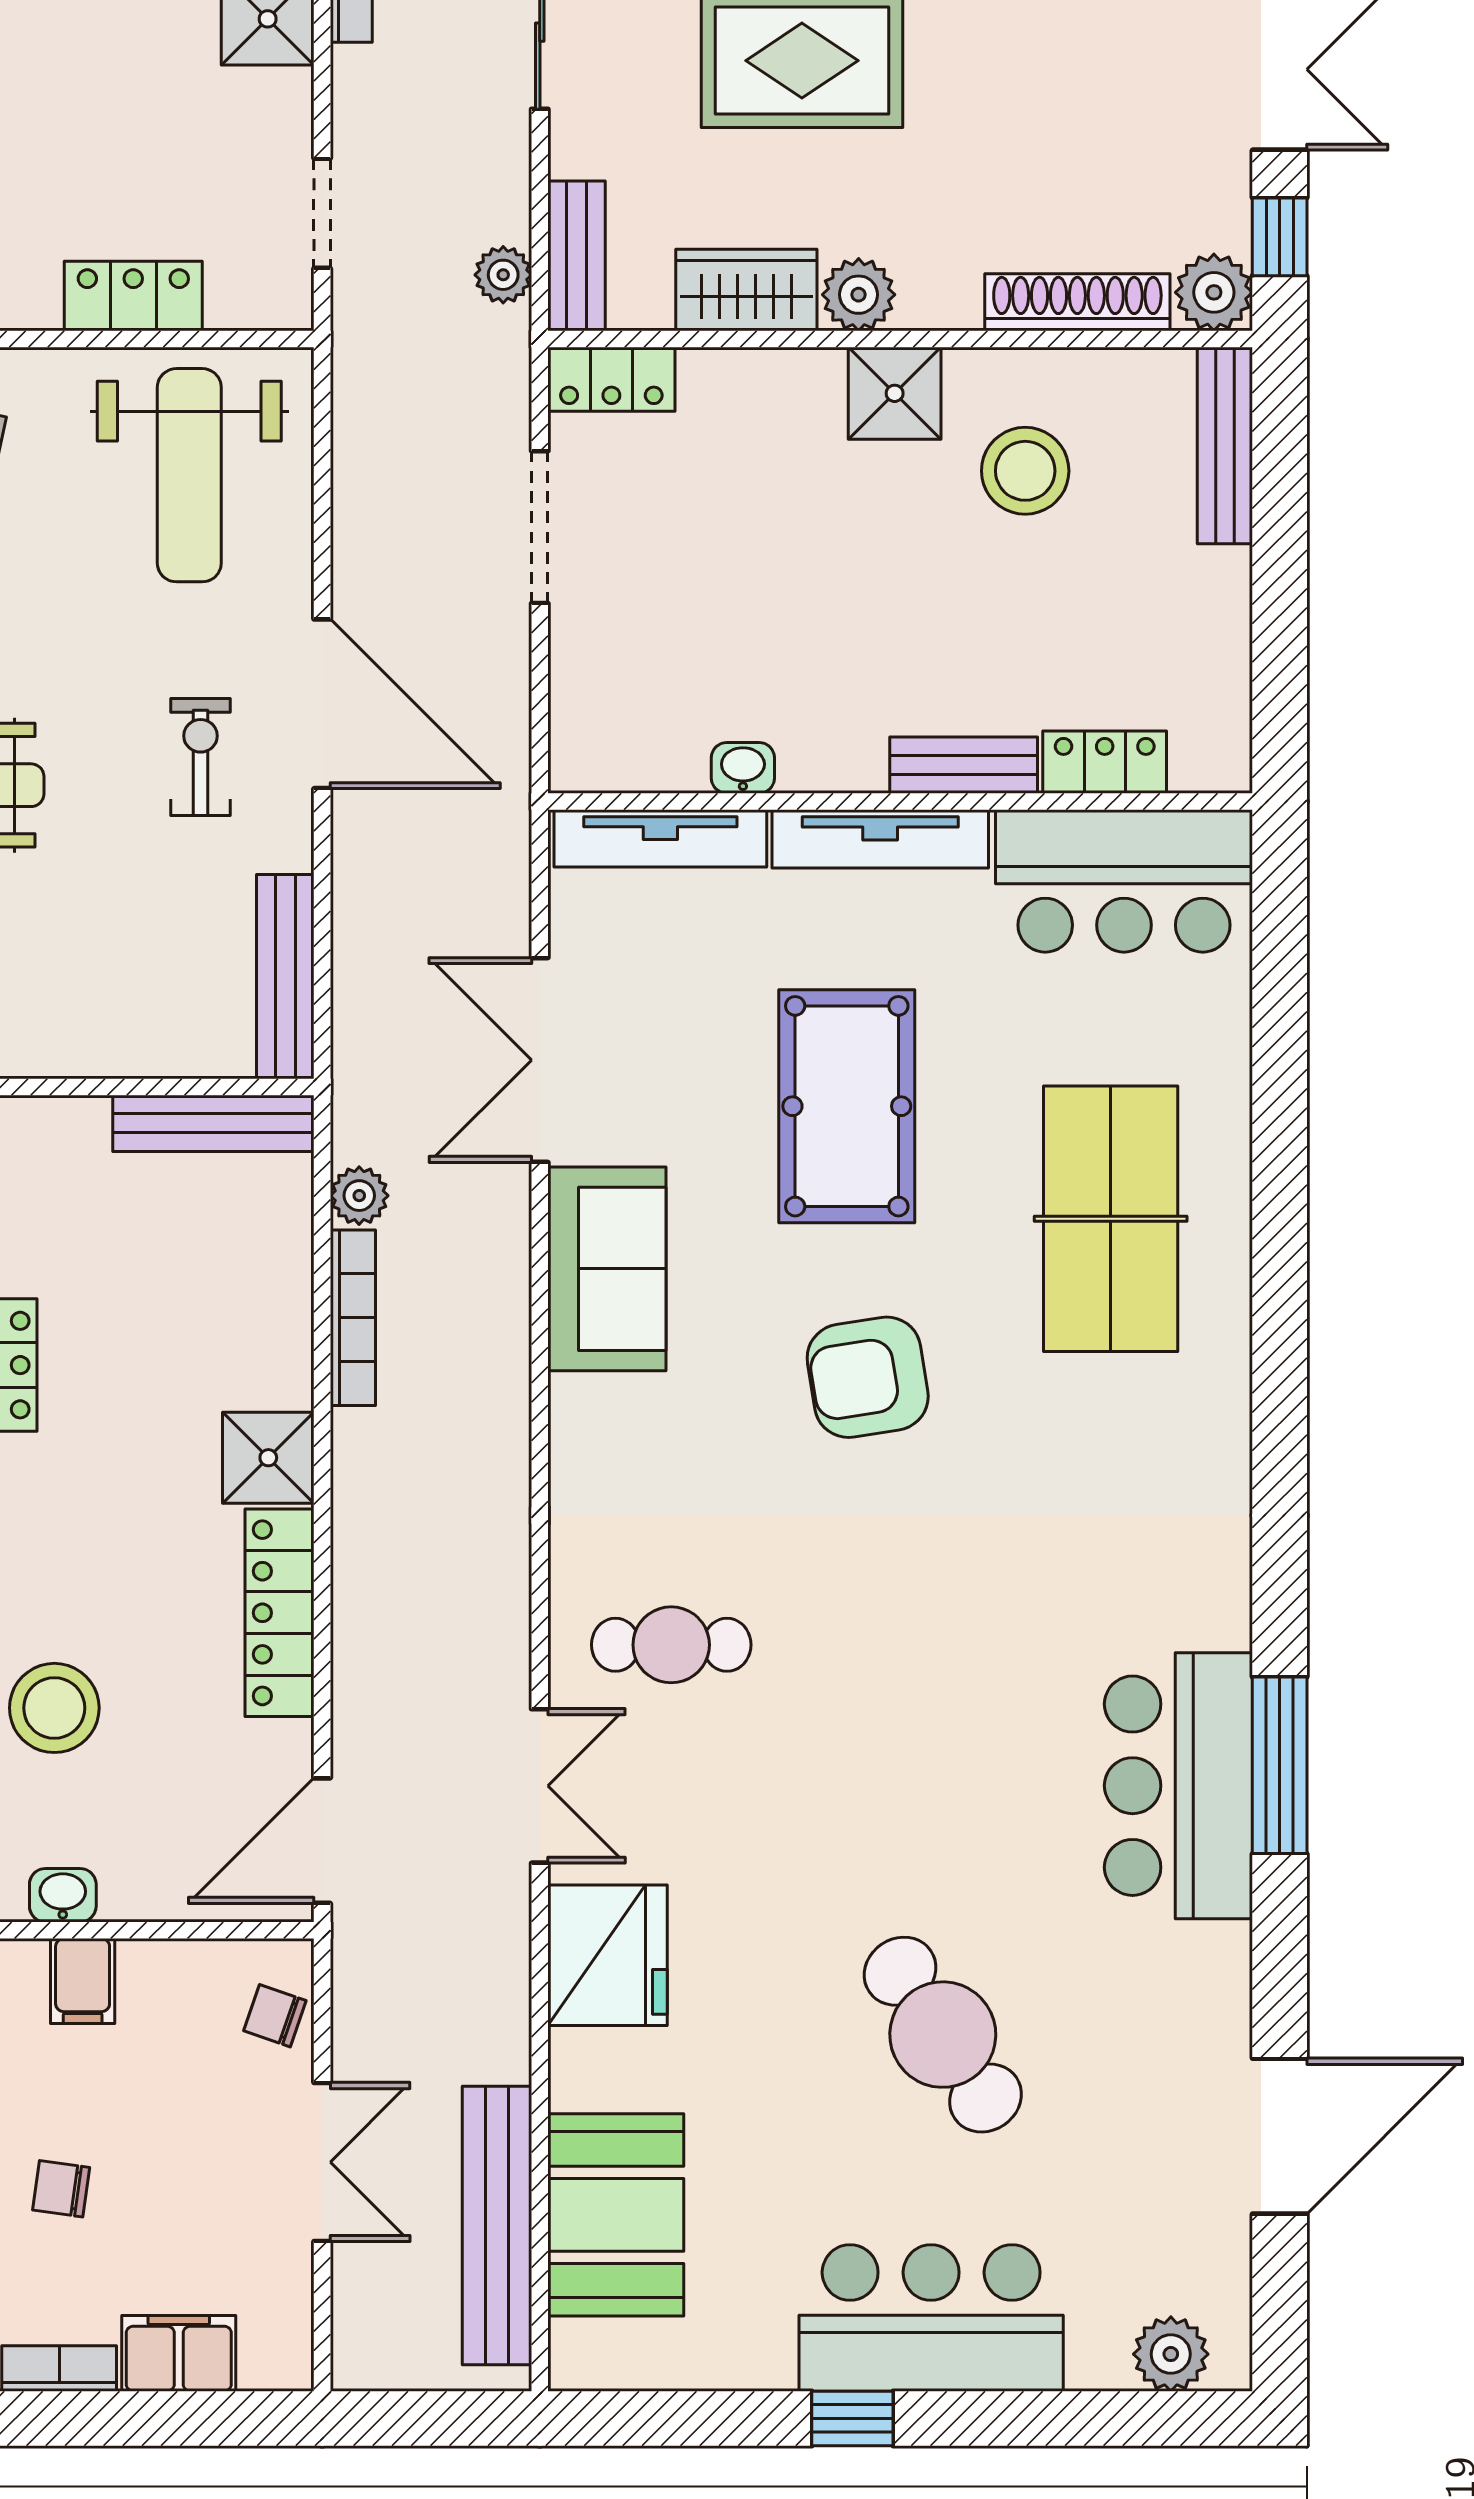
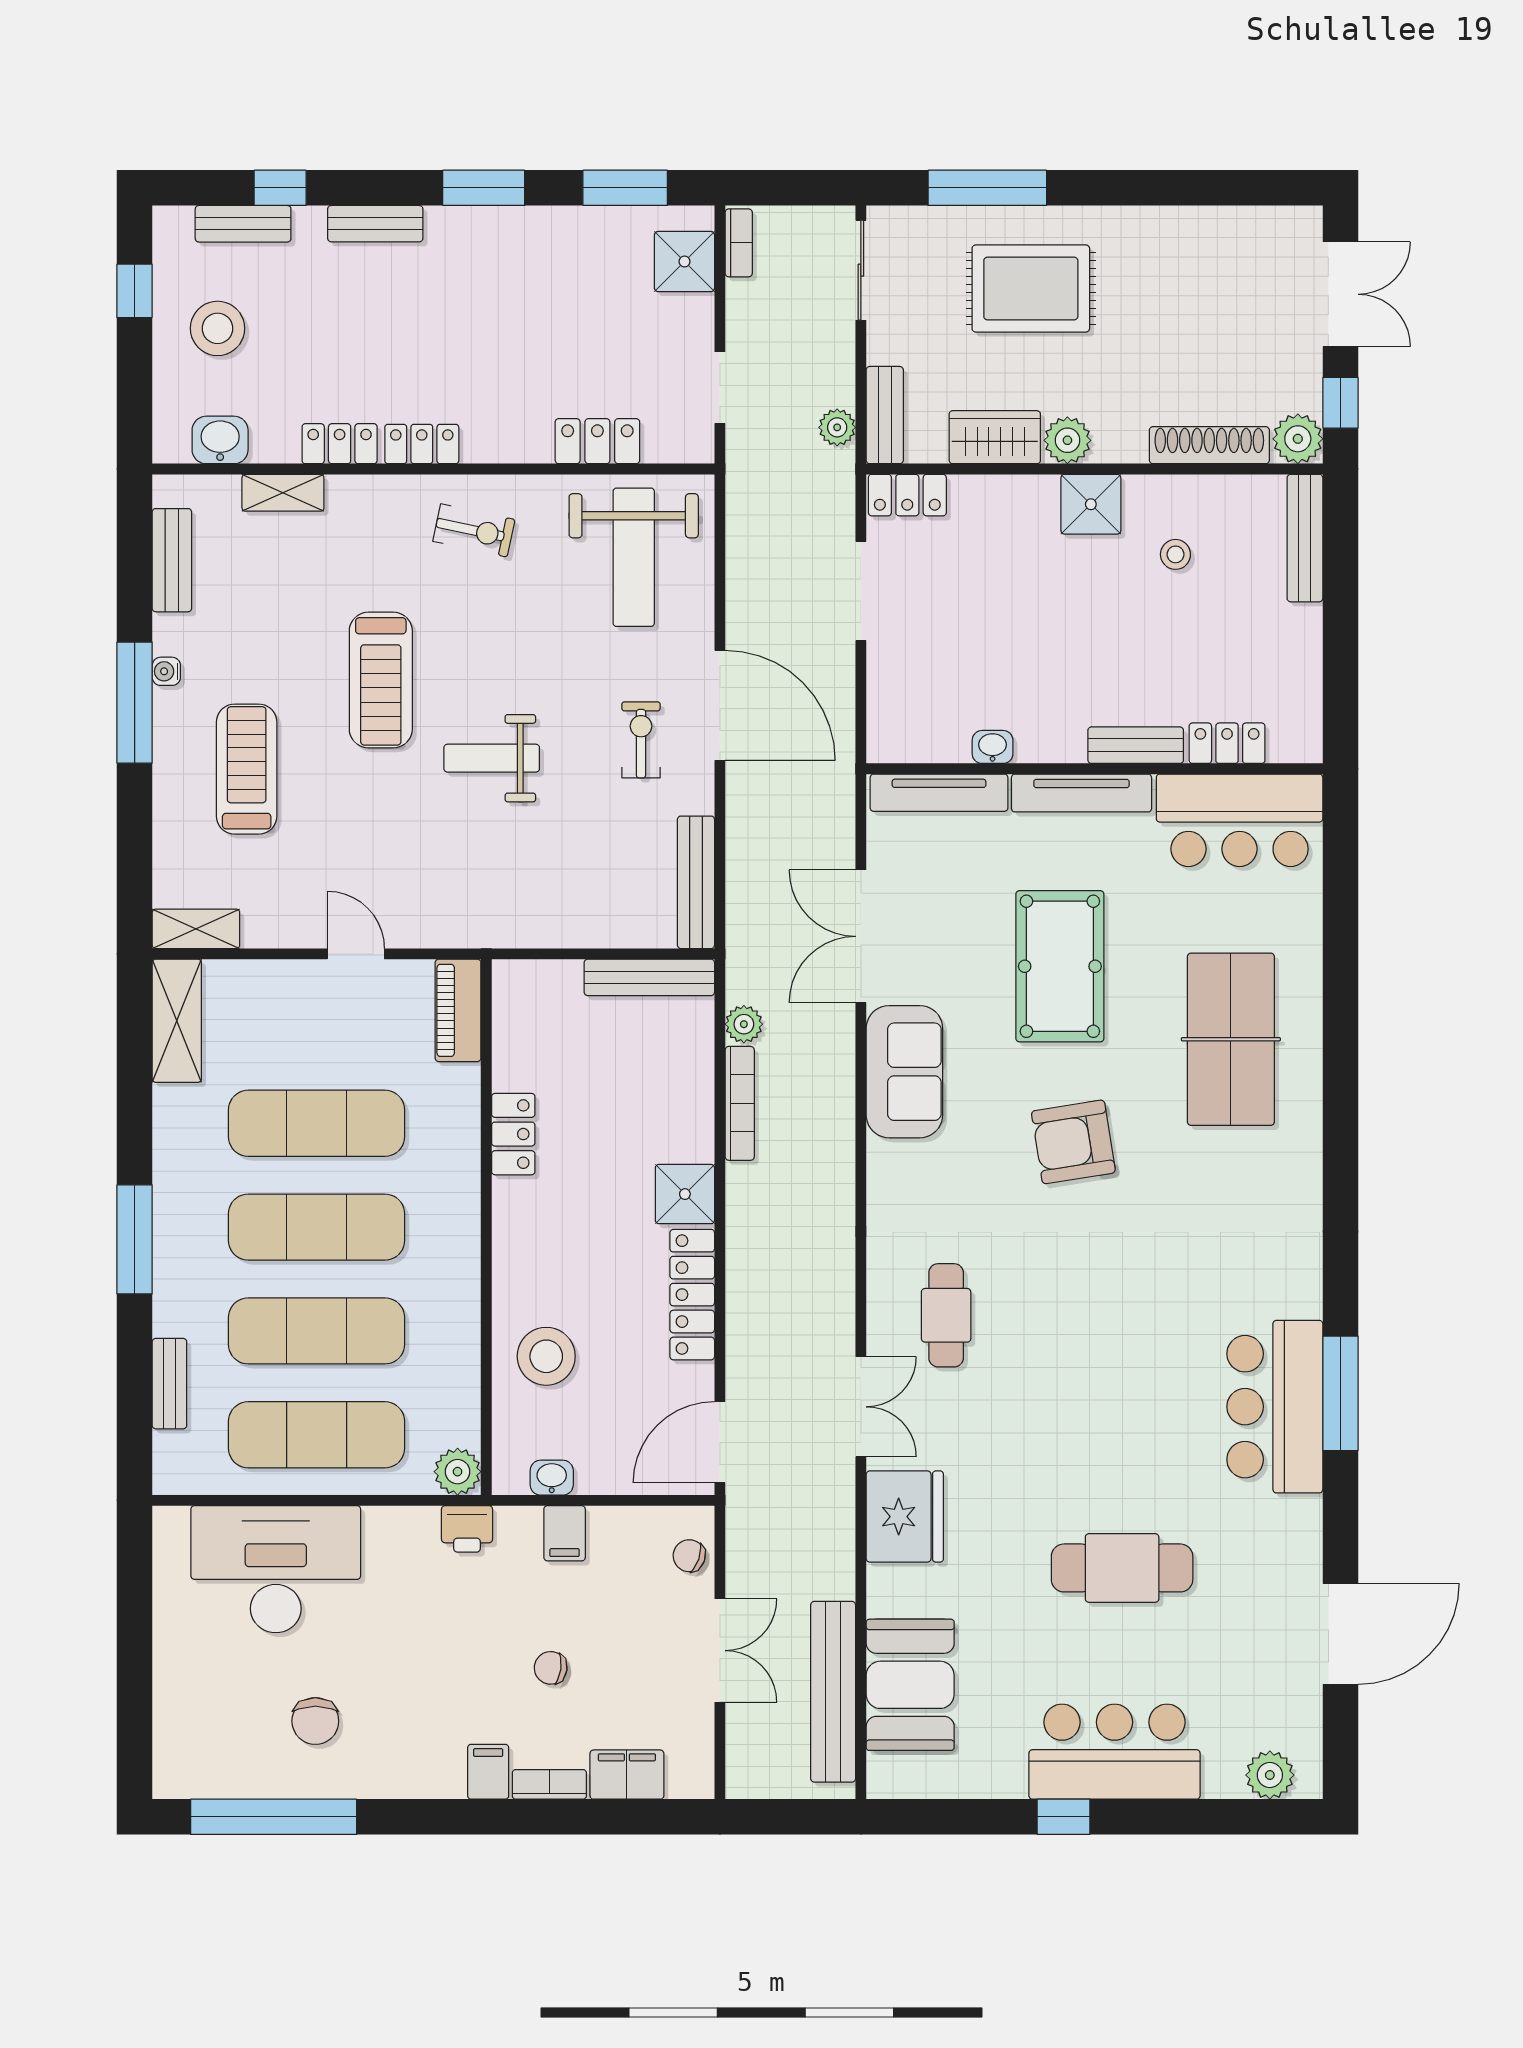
stool: (1025, 471) -> (1175, 554), width x0.53, depth x0.53
cafe table: (671, 1645) -> (946, 1315), turned 90
cafe table: (943, 2035) -> (1122, 1568), turned -56

